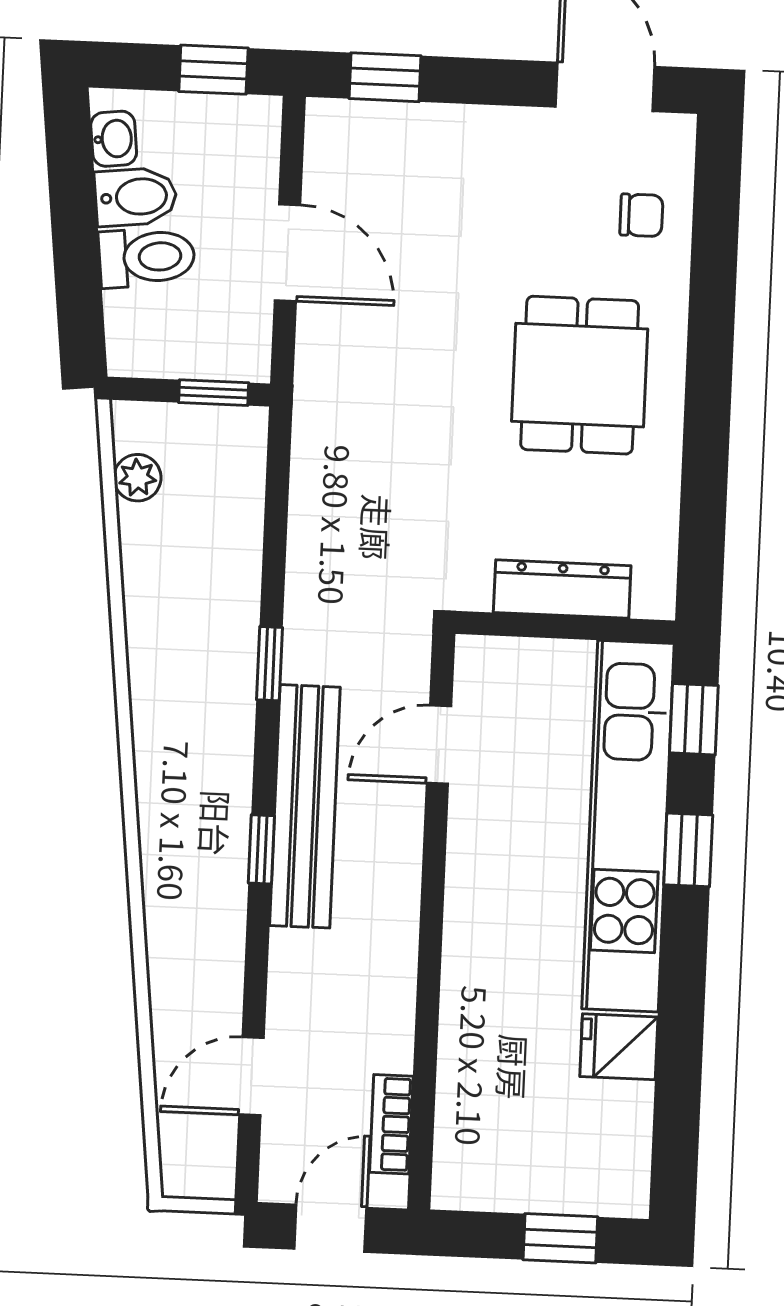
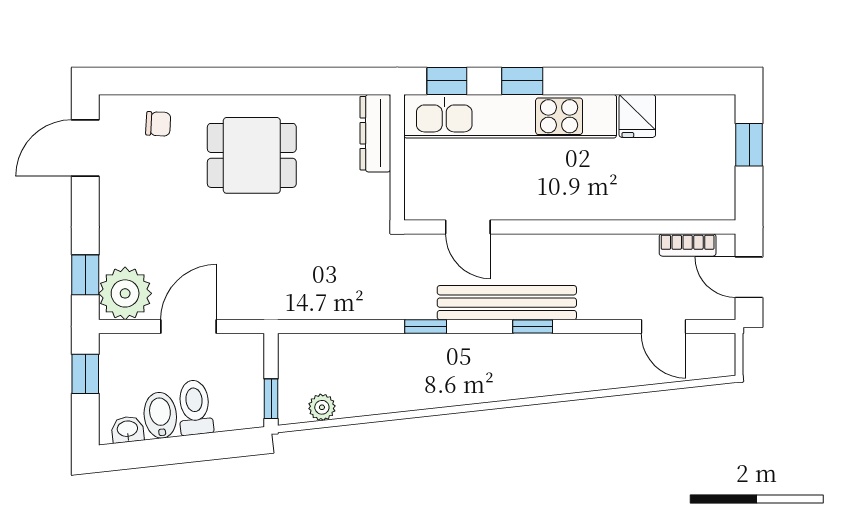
plant: (350, 145) -> (125, 293), added
chair: (641, 215) -> (158, 124), turned 93
window: (214, 393) -> (271, 399), moved
dresser: (562, 589) -> (375, 133), moved

